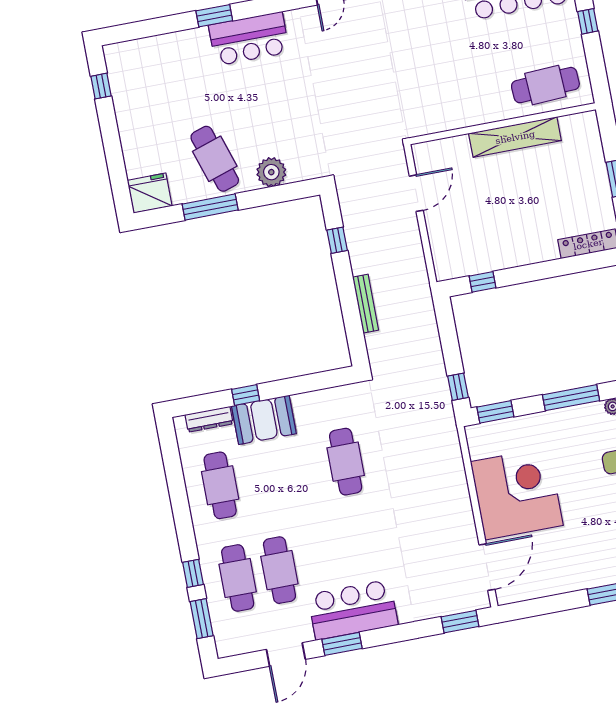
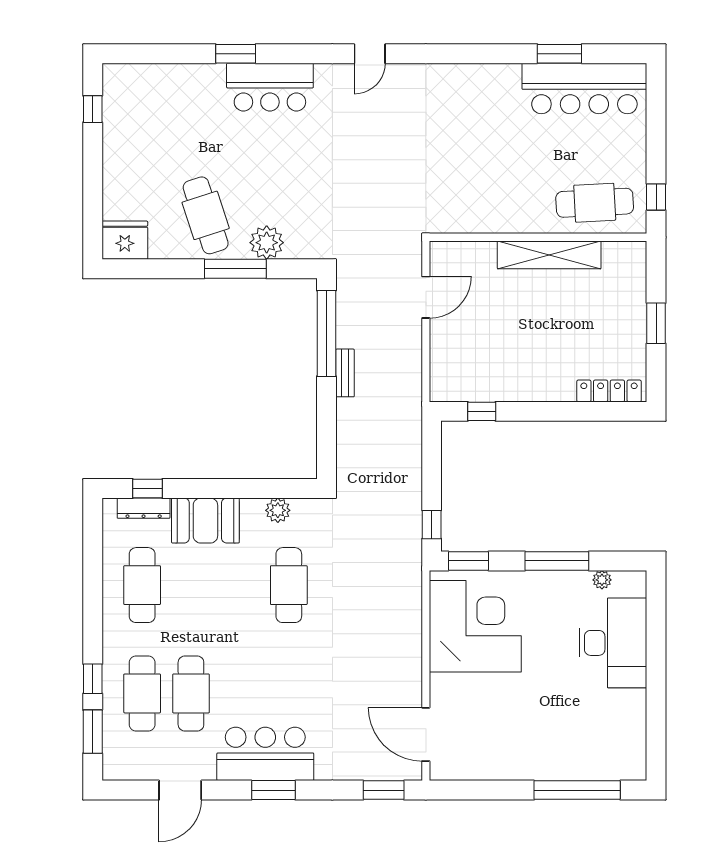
window: (588, 21) -> (656, 197), moved
window: (210, 207) -> (235, 269), moved
window: (337, 240) -> (326, 333), width x3.17
bench: (366, 304) -> (345, 373), moved, width x0.73
window: (246, 395) -> (148, 489), moved
plant: (324, 399) -> (278, 510), added
corner desk: (517, 494) -> (475, 626), moved
door: (487, 567) -> (426, 734), swing flipped
window: (342, 644) -> (273, 790), moved

